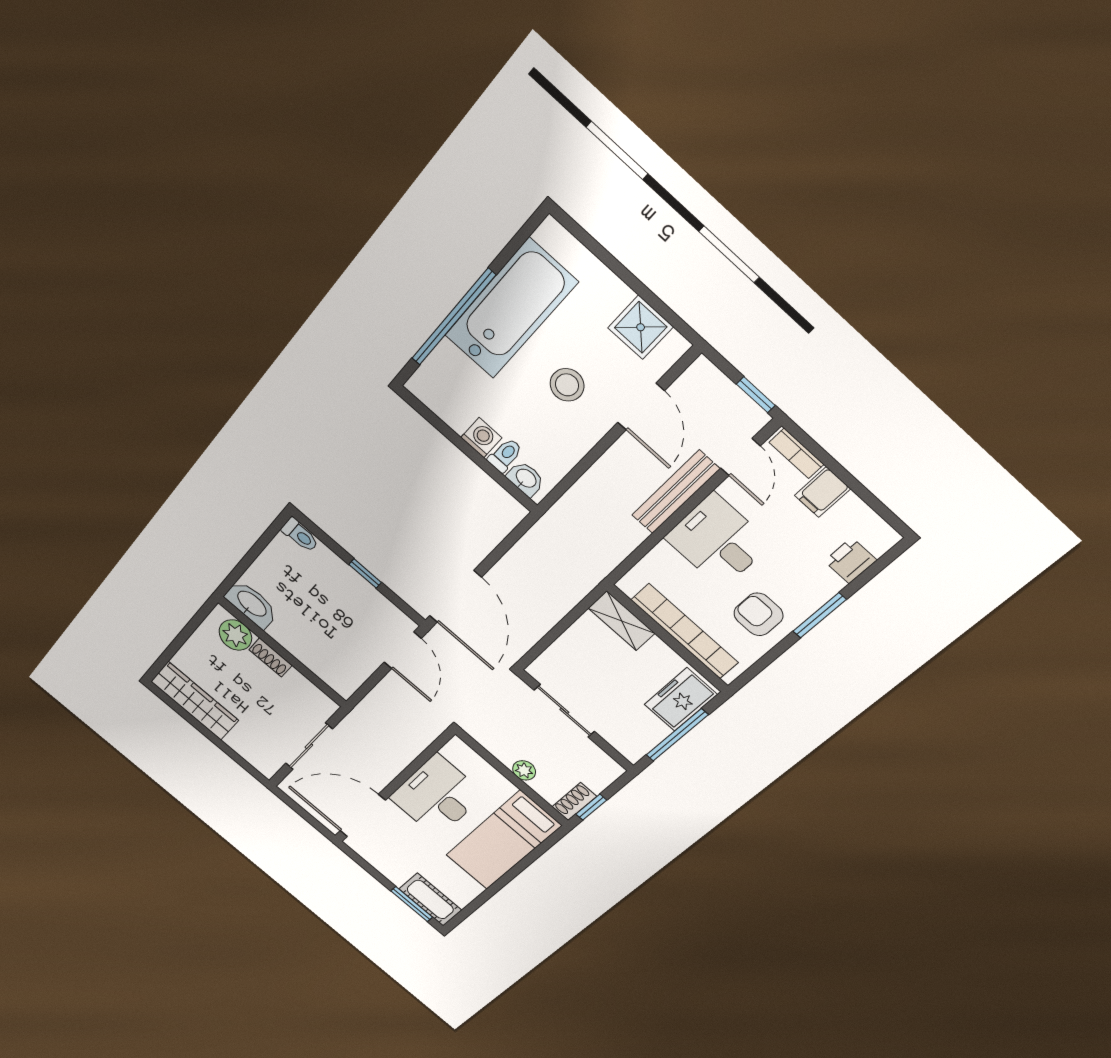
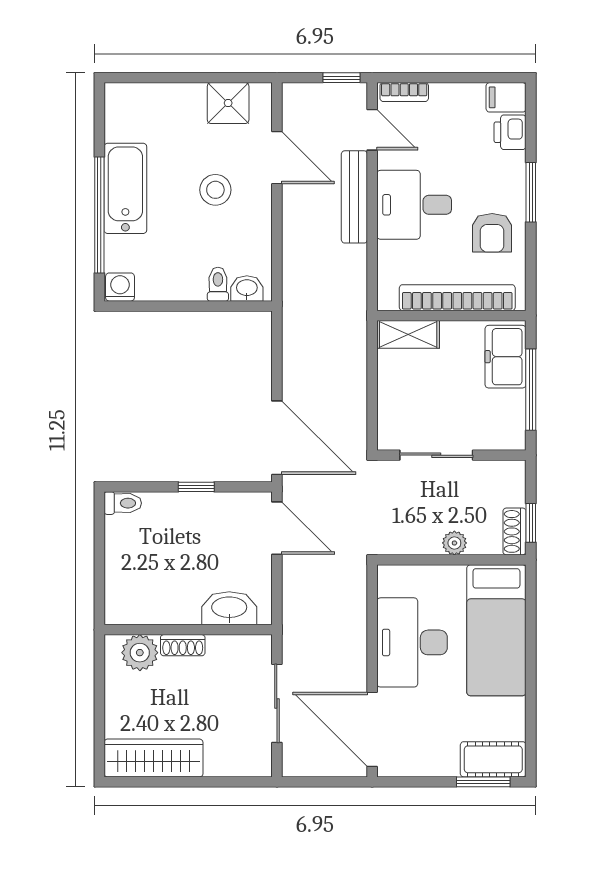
bathtub: (511, 309) -> (125, 188), width x0.73, depth x0.73
washing machine: (481, 438) -> (120, 287), moved
filing cabinet: (822, 492) -> (506, 97), moved, turned 90
washbasin: (251, 604) -> (229, 608), moved
armchair: (758, 614) -> (492, 233), turned -90
door: (363, 816) -> (372, 729), hinge flipped

